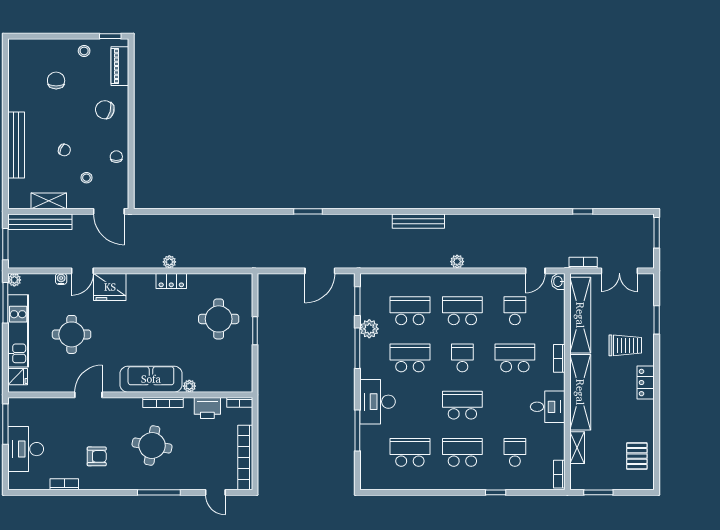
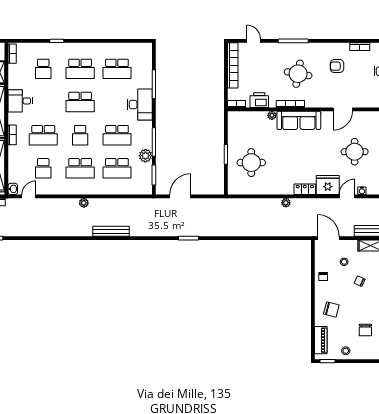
locker: (171, 281) -> (305, 189), moved

